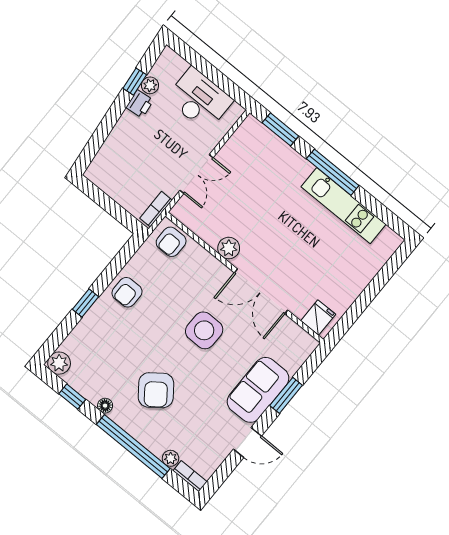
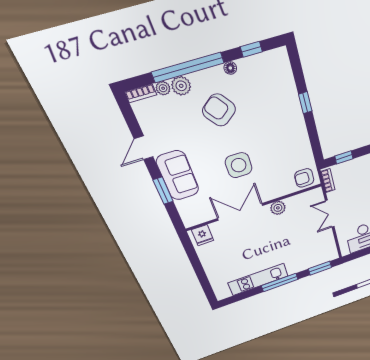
window: (115, 210) -> (344, 157), added
armchair: (171, 242) -> (304, 178), turned -90
armchair: (127, 292) -> (294, 133), removed
plant: (59, 363) -> (181, 86), moved

